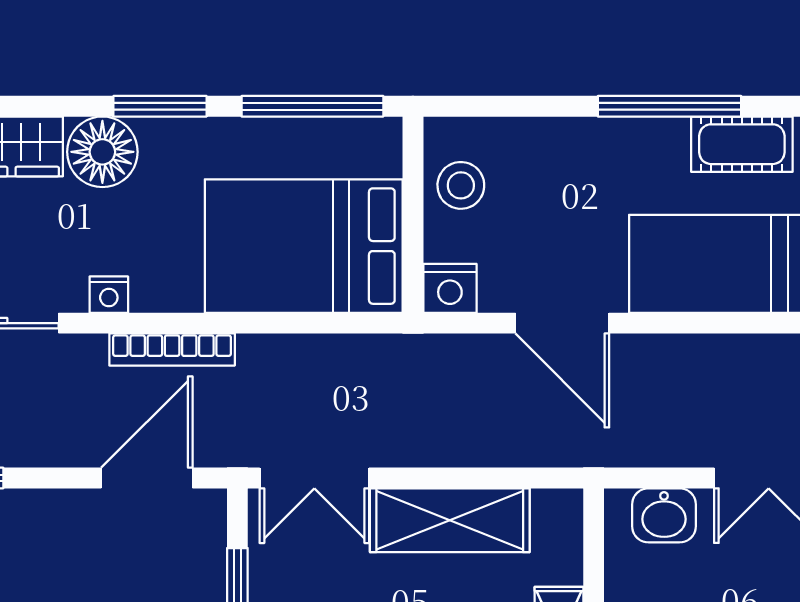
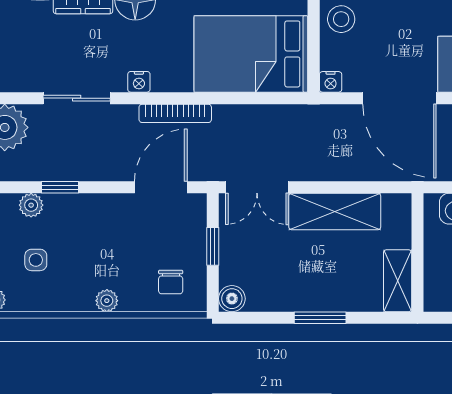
nightstand: (450, 288) -> (331, 82), width x0.72, depth x0.74
door: (562, 323) -> (399, 98), width x1.36

